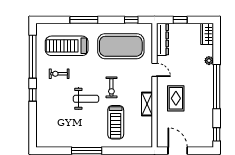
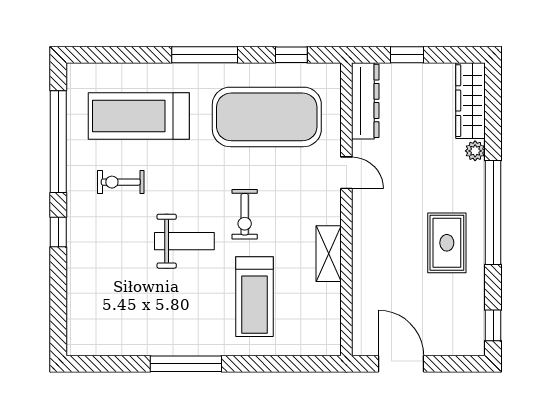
window: (84, 20) -> (205, 55), moved
wardrobe: (207, 34) -> (471, 101), width x1.50
rug: (176, 98) -> (447, 243), moved

